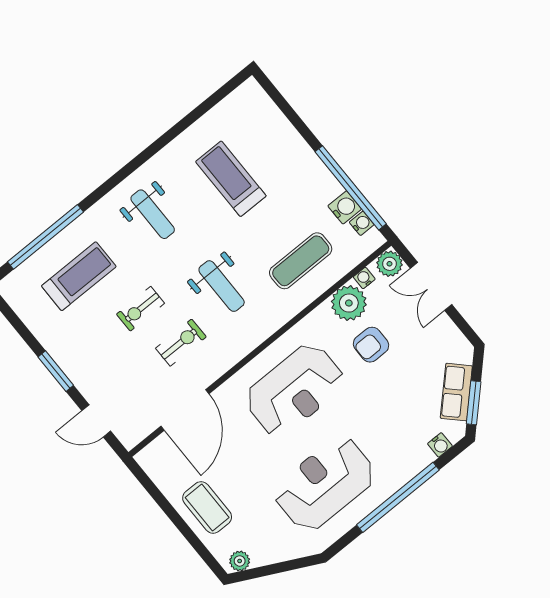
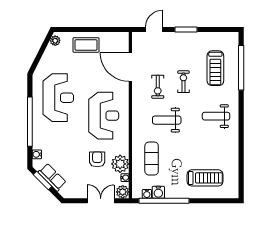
treadmill: (231, 179) -> (205, 178), moved
reception desk: (295, 390) -> (104, 116), turned 180

